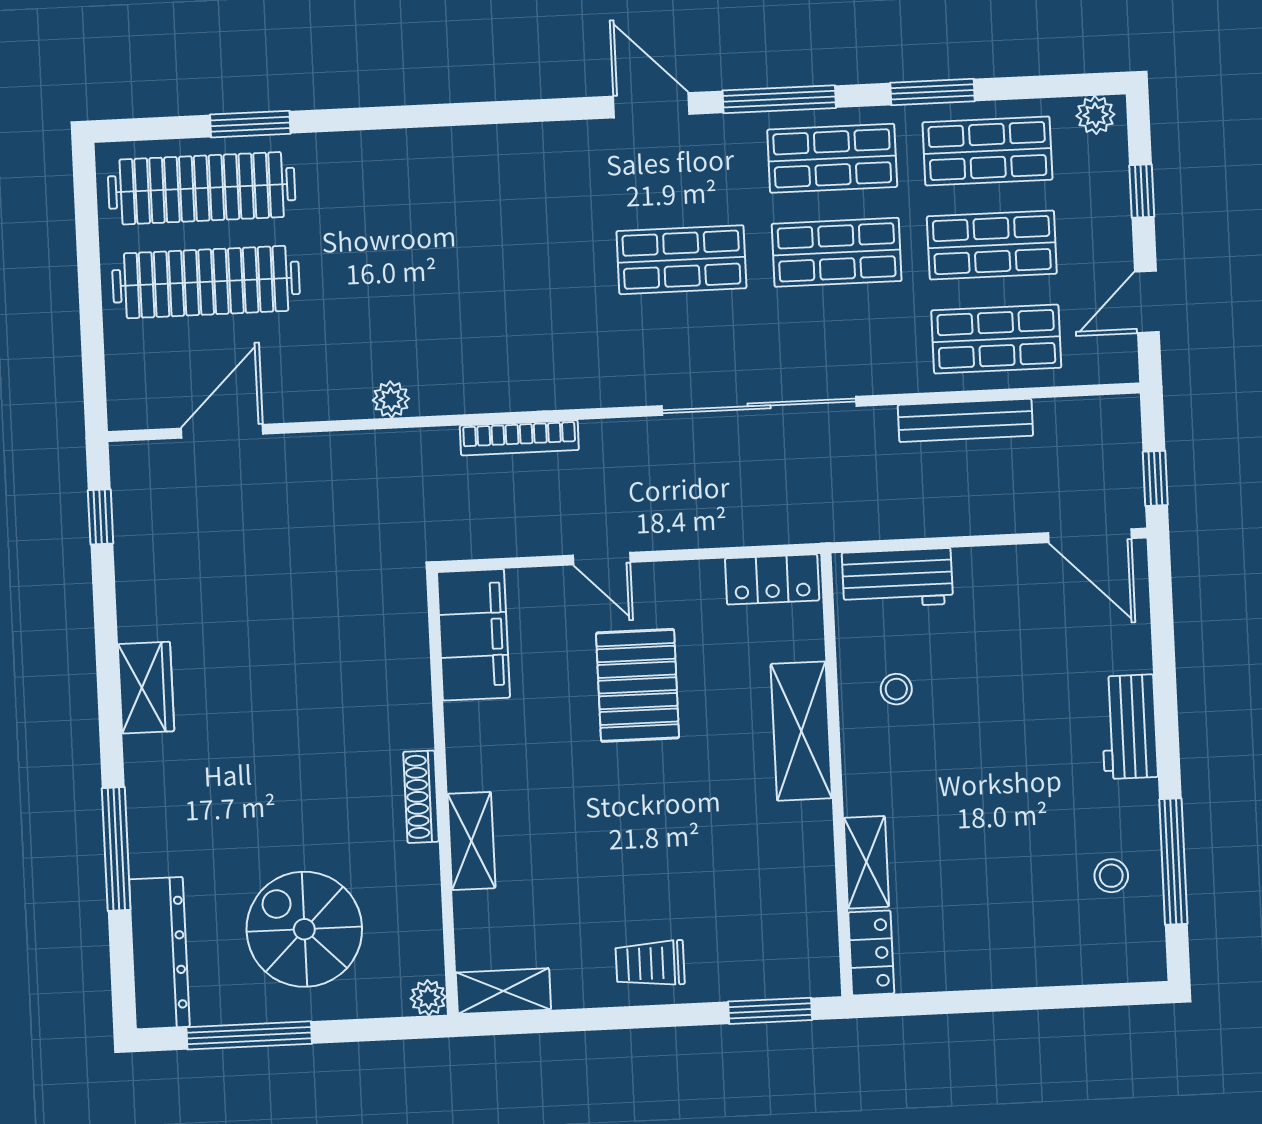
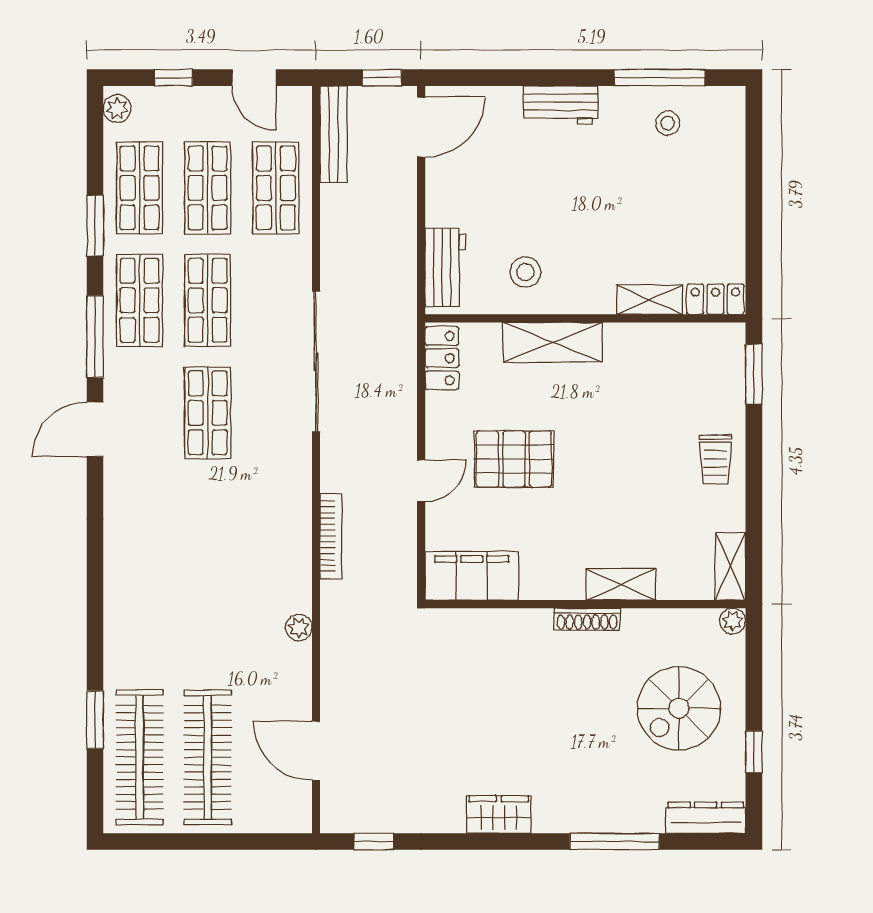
bench: (965, 420) -> (334, 134), moved
stool: (896, 689) -> (525, 272), width x1.37, depth x1.37
dresser: (159, 953) -> (706, 818), width x0.73, depth x0.80
window: (249, 1035) -> (754, 752), width x0.46

